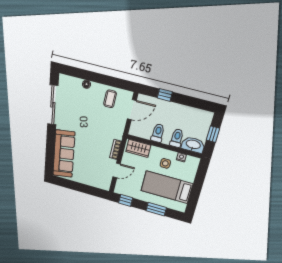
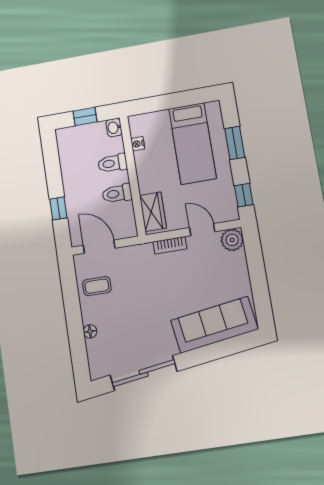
washbasin: (193, 145) -> (114, 128), width x0.52, depth x0.69
side table: (165, 163) -> (157, 162), removed
plant: (104, 183) -> (232, 240), added

